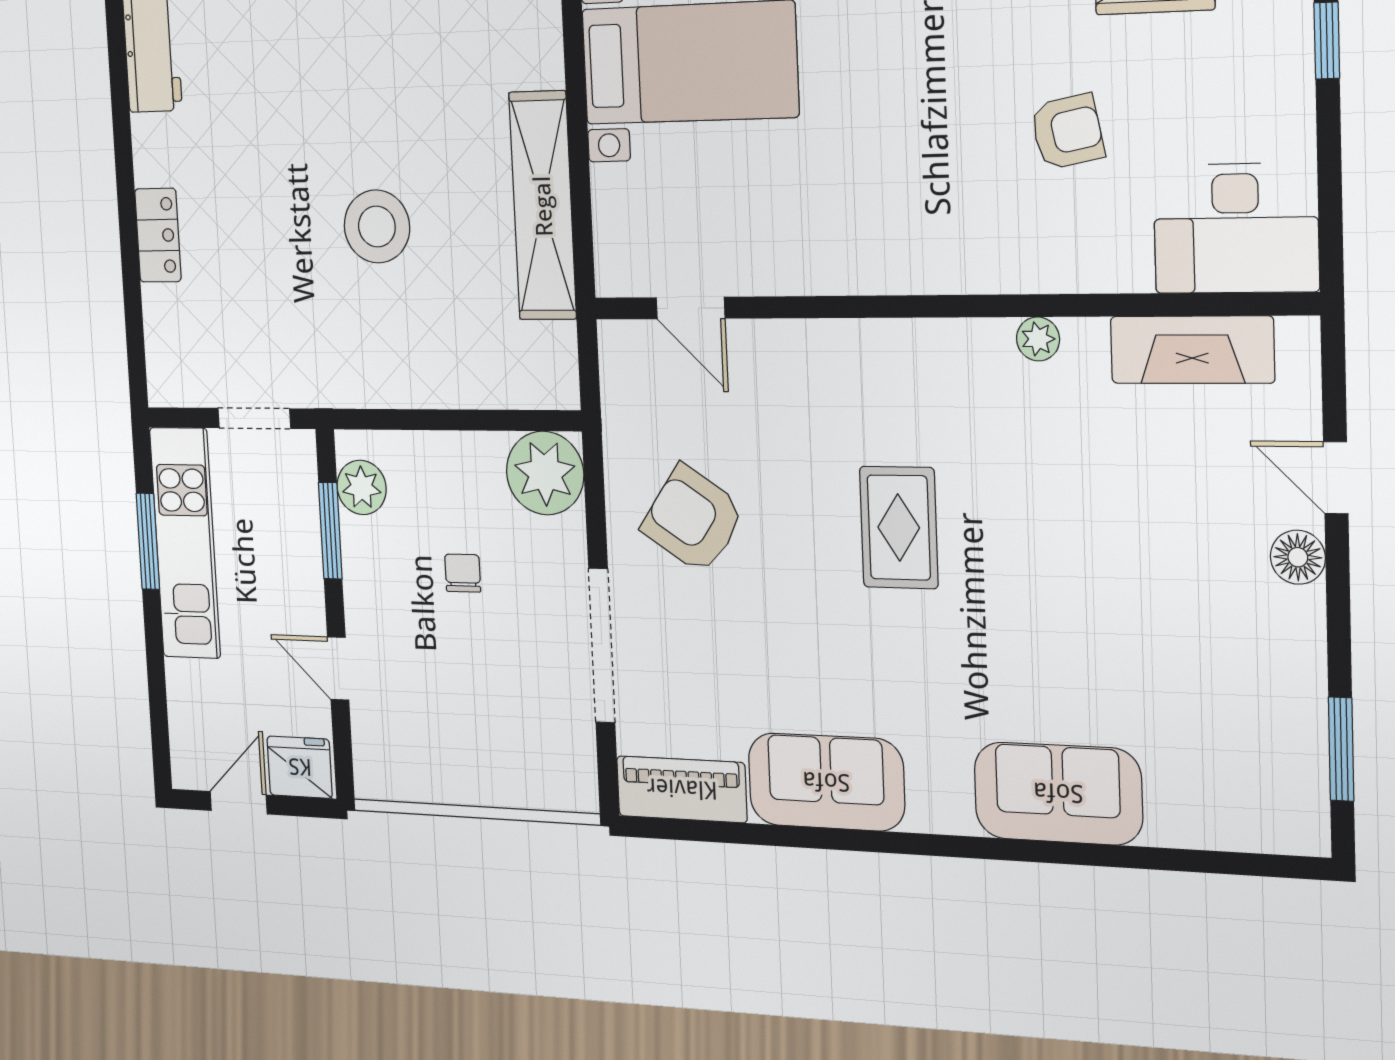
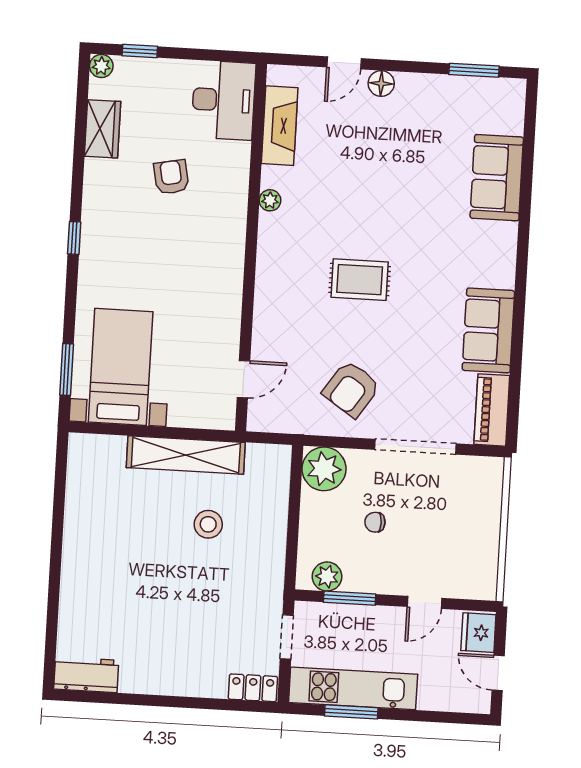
stool: (377, 226) -> (208, 524), moved, width x0.73, depth x0.73
locker: (158, 235) -> (253, 688), moved
sofa: (1058, 793) -> (497, 178), moved

